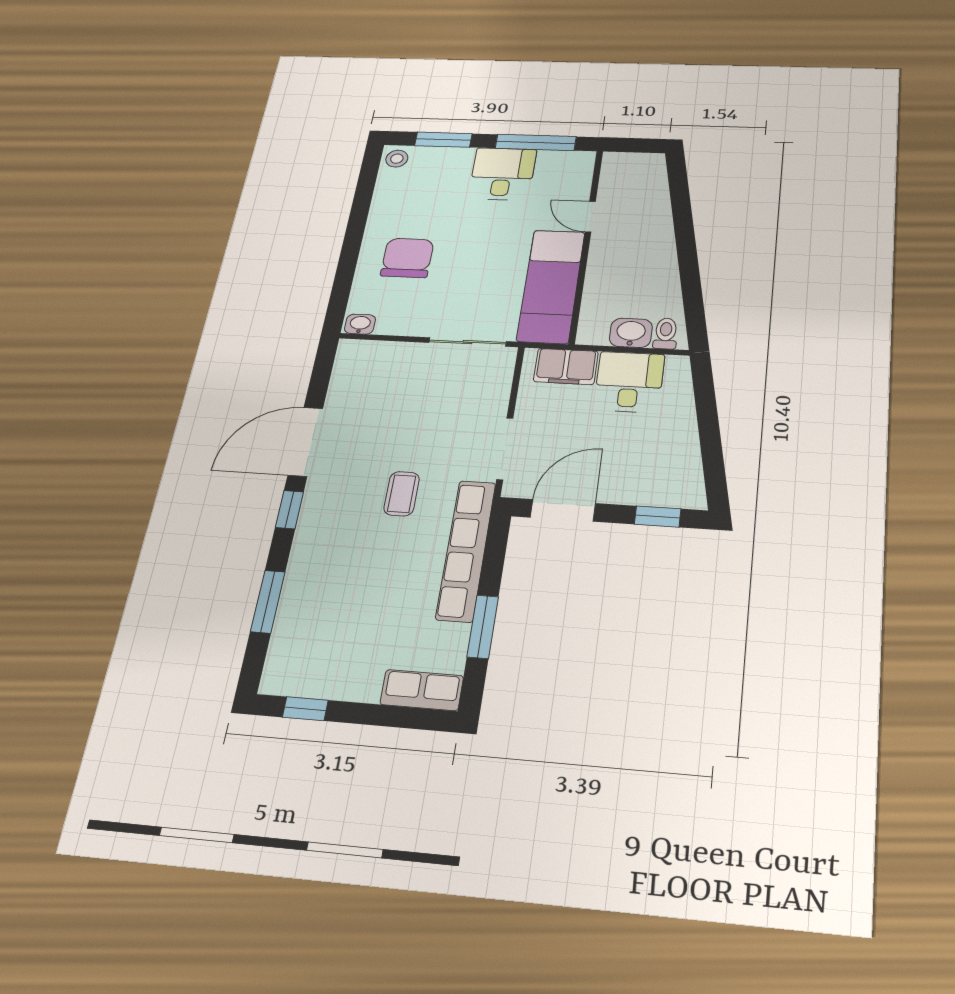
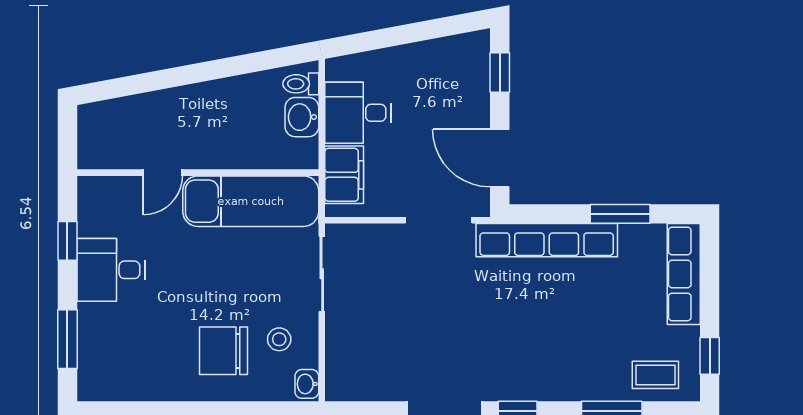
window: (536, 142) -> (67, 241), width x0.46
stool: (397, 159) -> (279, 339), moved
coffee table: (402, 494) -> (655, 375), moved
row of seats: (422, 690) -> (684, 274), width x1.48

